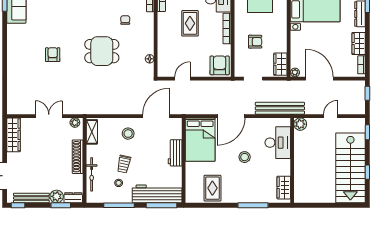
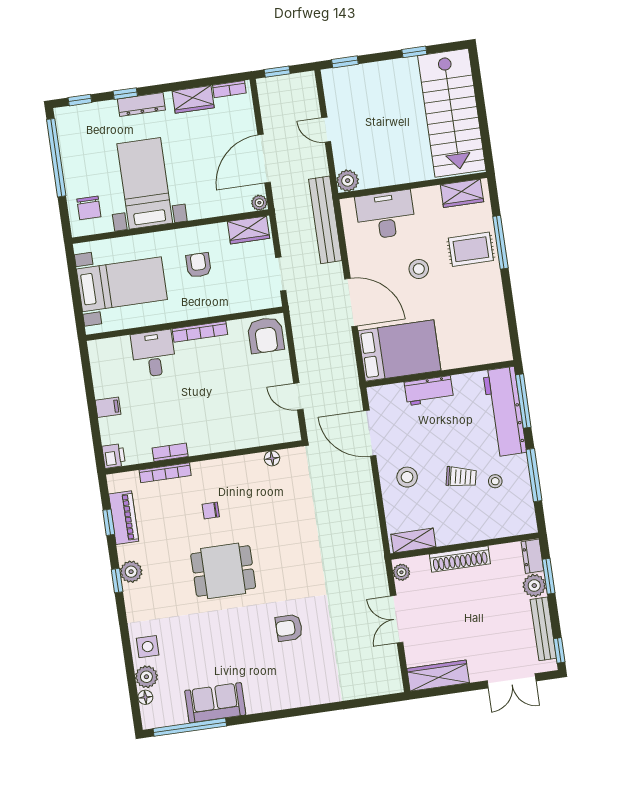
rug: (190, 23) -> (200, 397), removed
armchair: (255, 42) -> (198, 265), moved
dining table: (102, 51) -> (223, 571), moved, turned 90
armchair: (220, 65) -> (266, 335), turned -90
stairs: (350, 168) -> (452, 113), moved, turned 90
bicycle: (92, 174) -> (487, 530), removed
rug: (212, 188) -> (471, 249), moved

